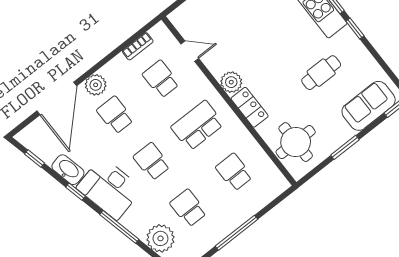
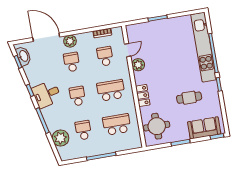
door: (190, 51) -> (128, 50), hinge flipped
plant: (231, 82) -> (138, 65), moved
door: (57, 98) -> (46, 37), swing flipped
washbasin: (68, 170) -> (23, 56), moved
school desk: (234, 172) -> (117, 124), width x1.85
desk: (109, 188) -> (47, 94), width x0.73

